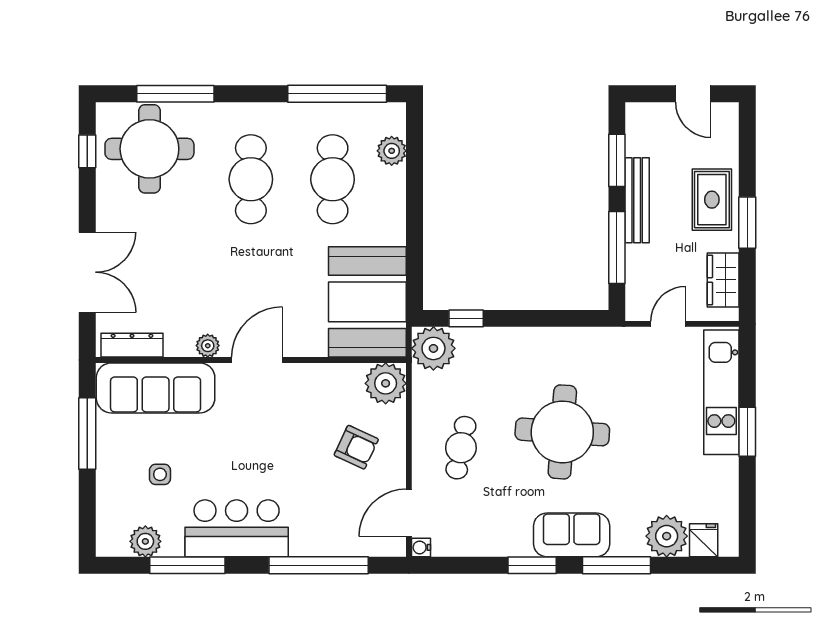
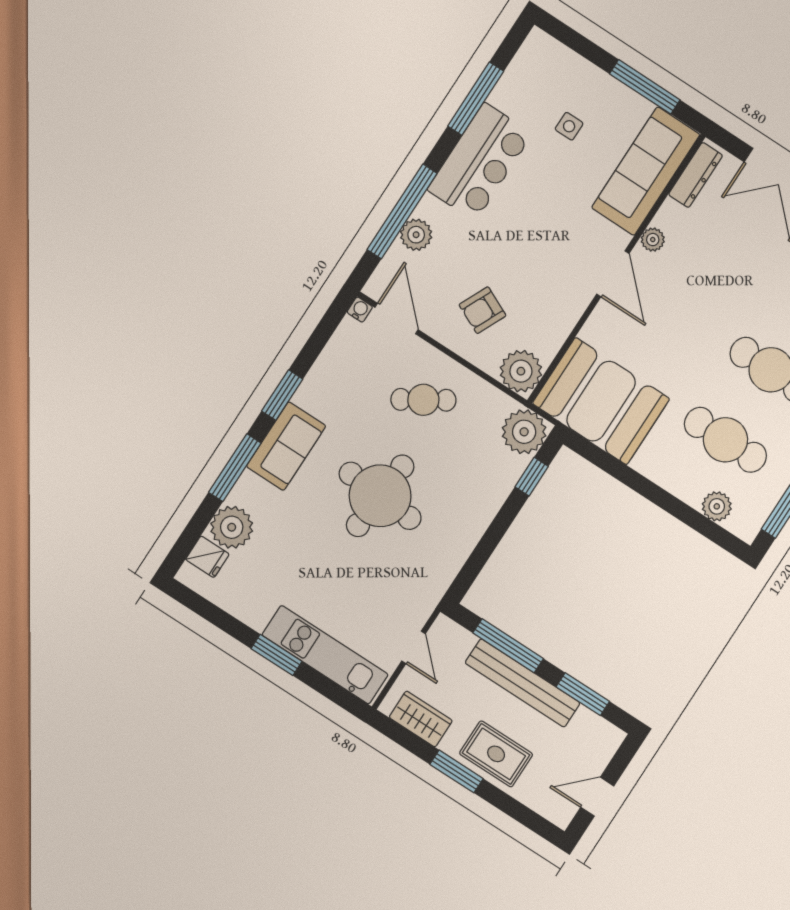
bench: (637, 200) -> (523, 683), width x1.37, depth x1.21
cafe table: (461, 448) -> (423, 400), turned -43
plant: (145, 541) -> (416, 235), moved

